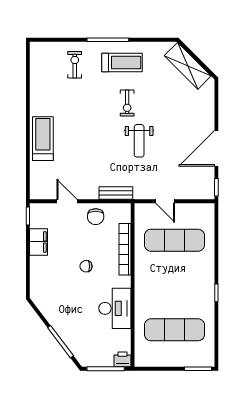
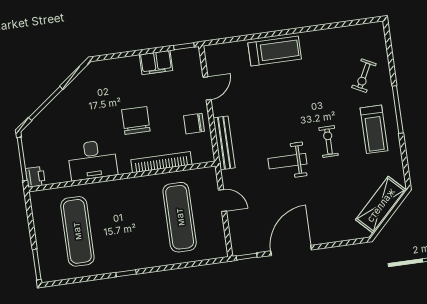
exercise bike: (75, 65) -> (364, 76), turned 117
exercise bike: (127, 103) -> (329, 142), turned 90
door: (216, 148) -> (291, 250), hinge flipped
bench: (116, 193) -> (224, 143), width x1.36
door: (165, 201) -> (223, 200), swing flipped
chair: (86, 266) -> (136, 120), width x1.87, depth x1.87

